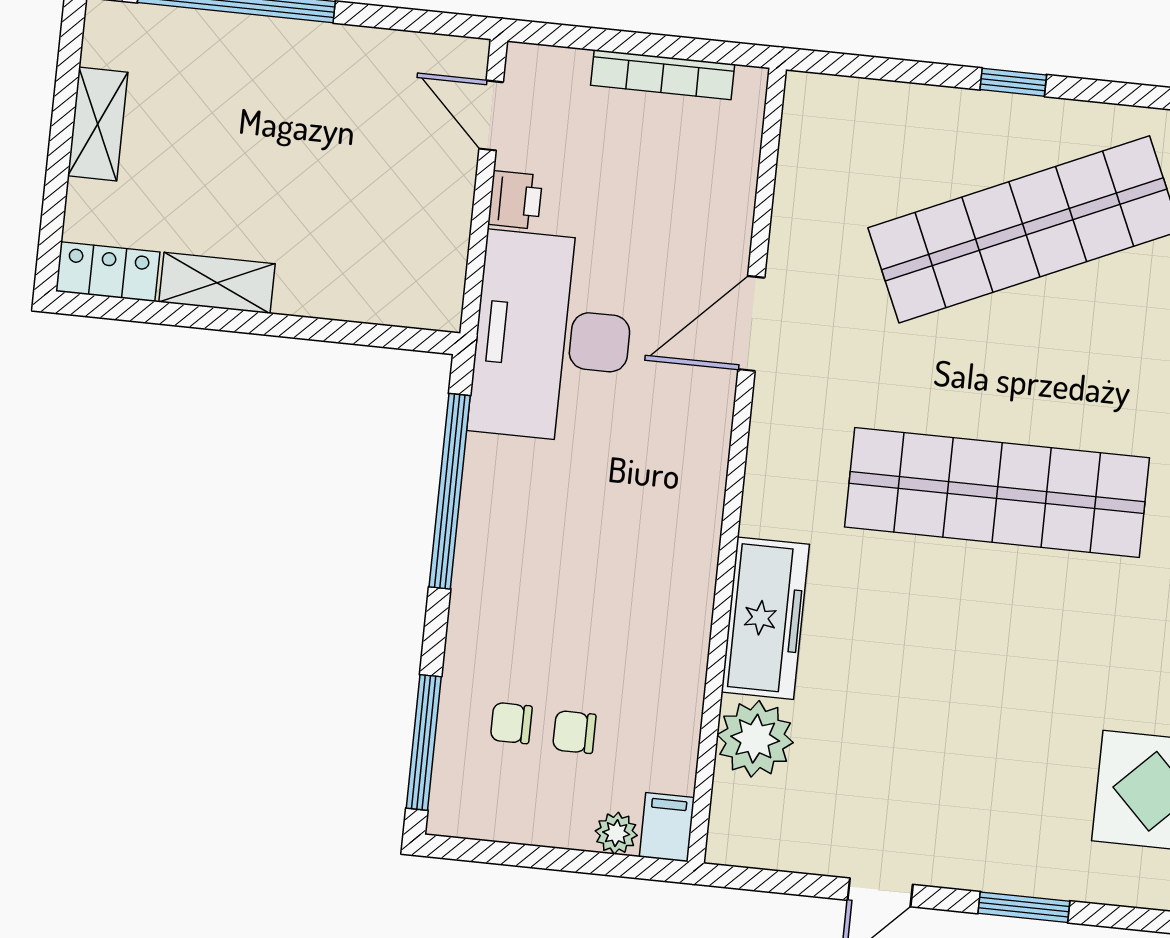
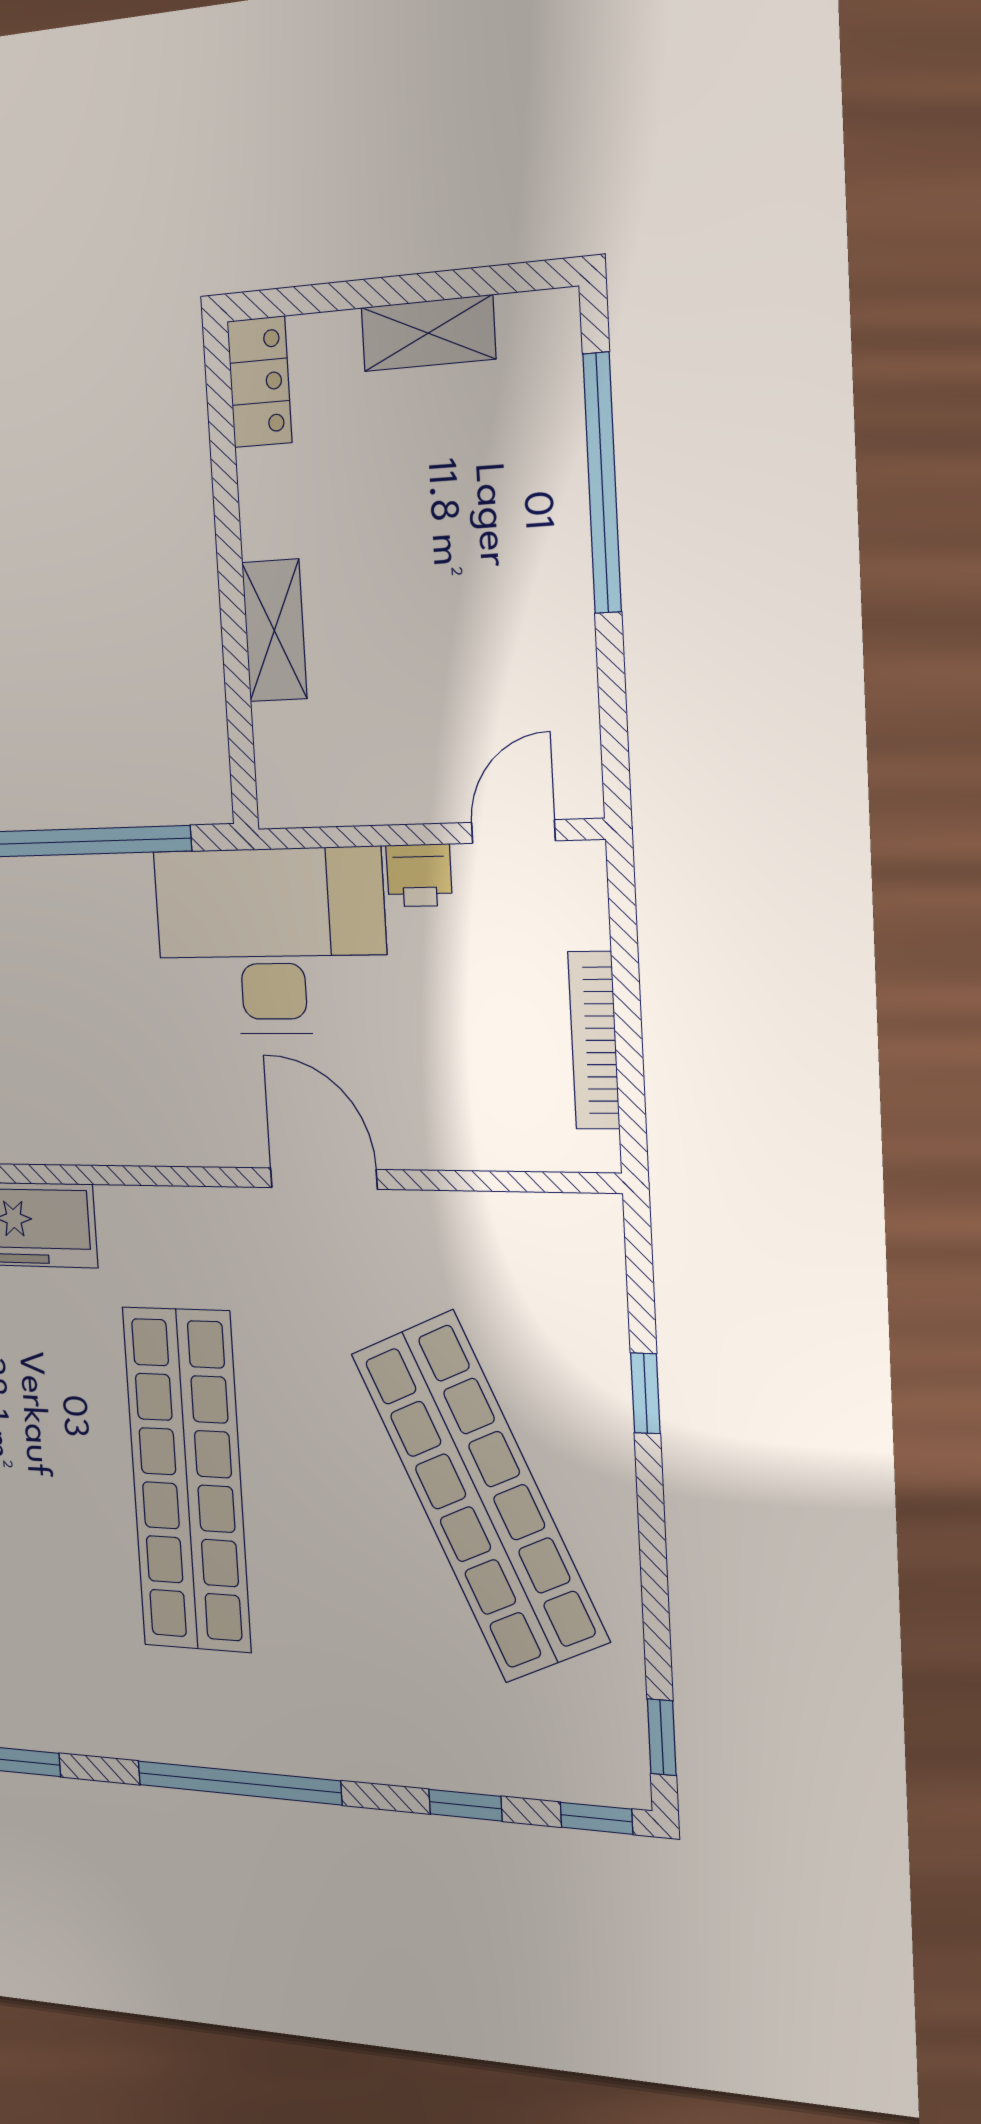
window: (1013, 82) -> (645, 1393), moved
shelving: (217, 283) -> (274, 631), moved

